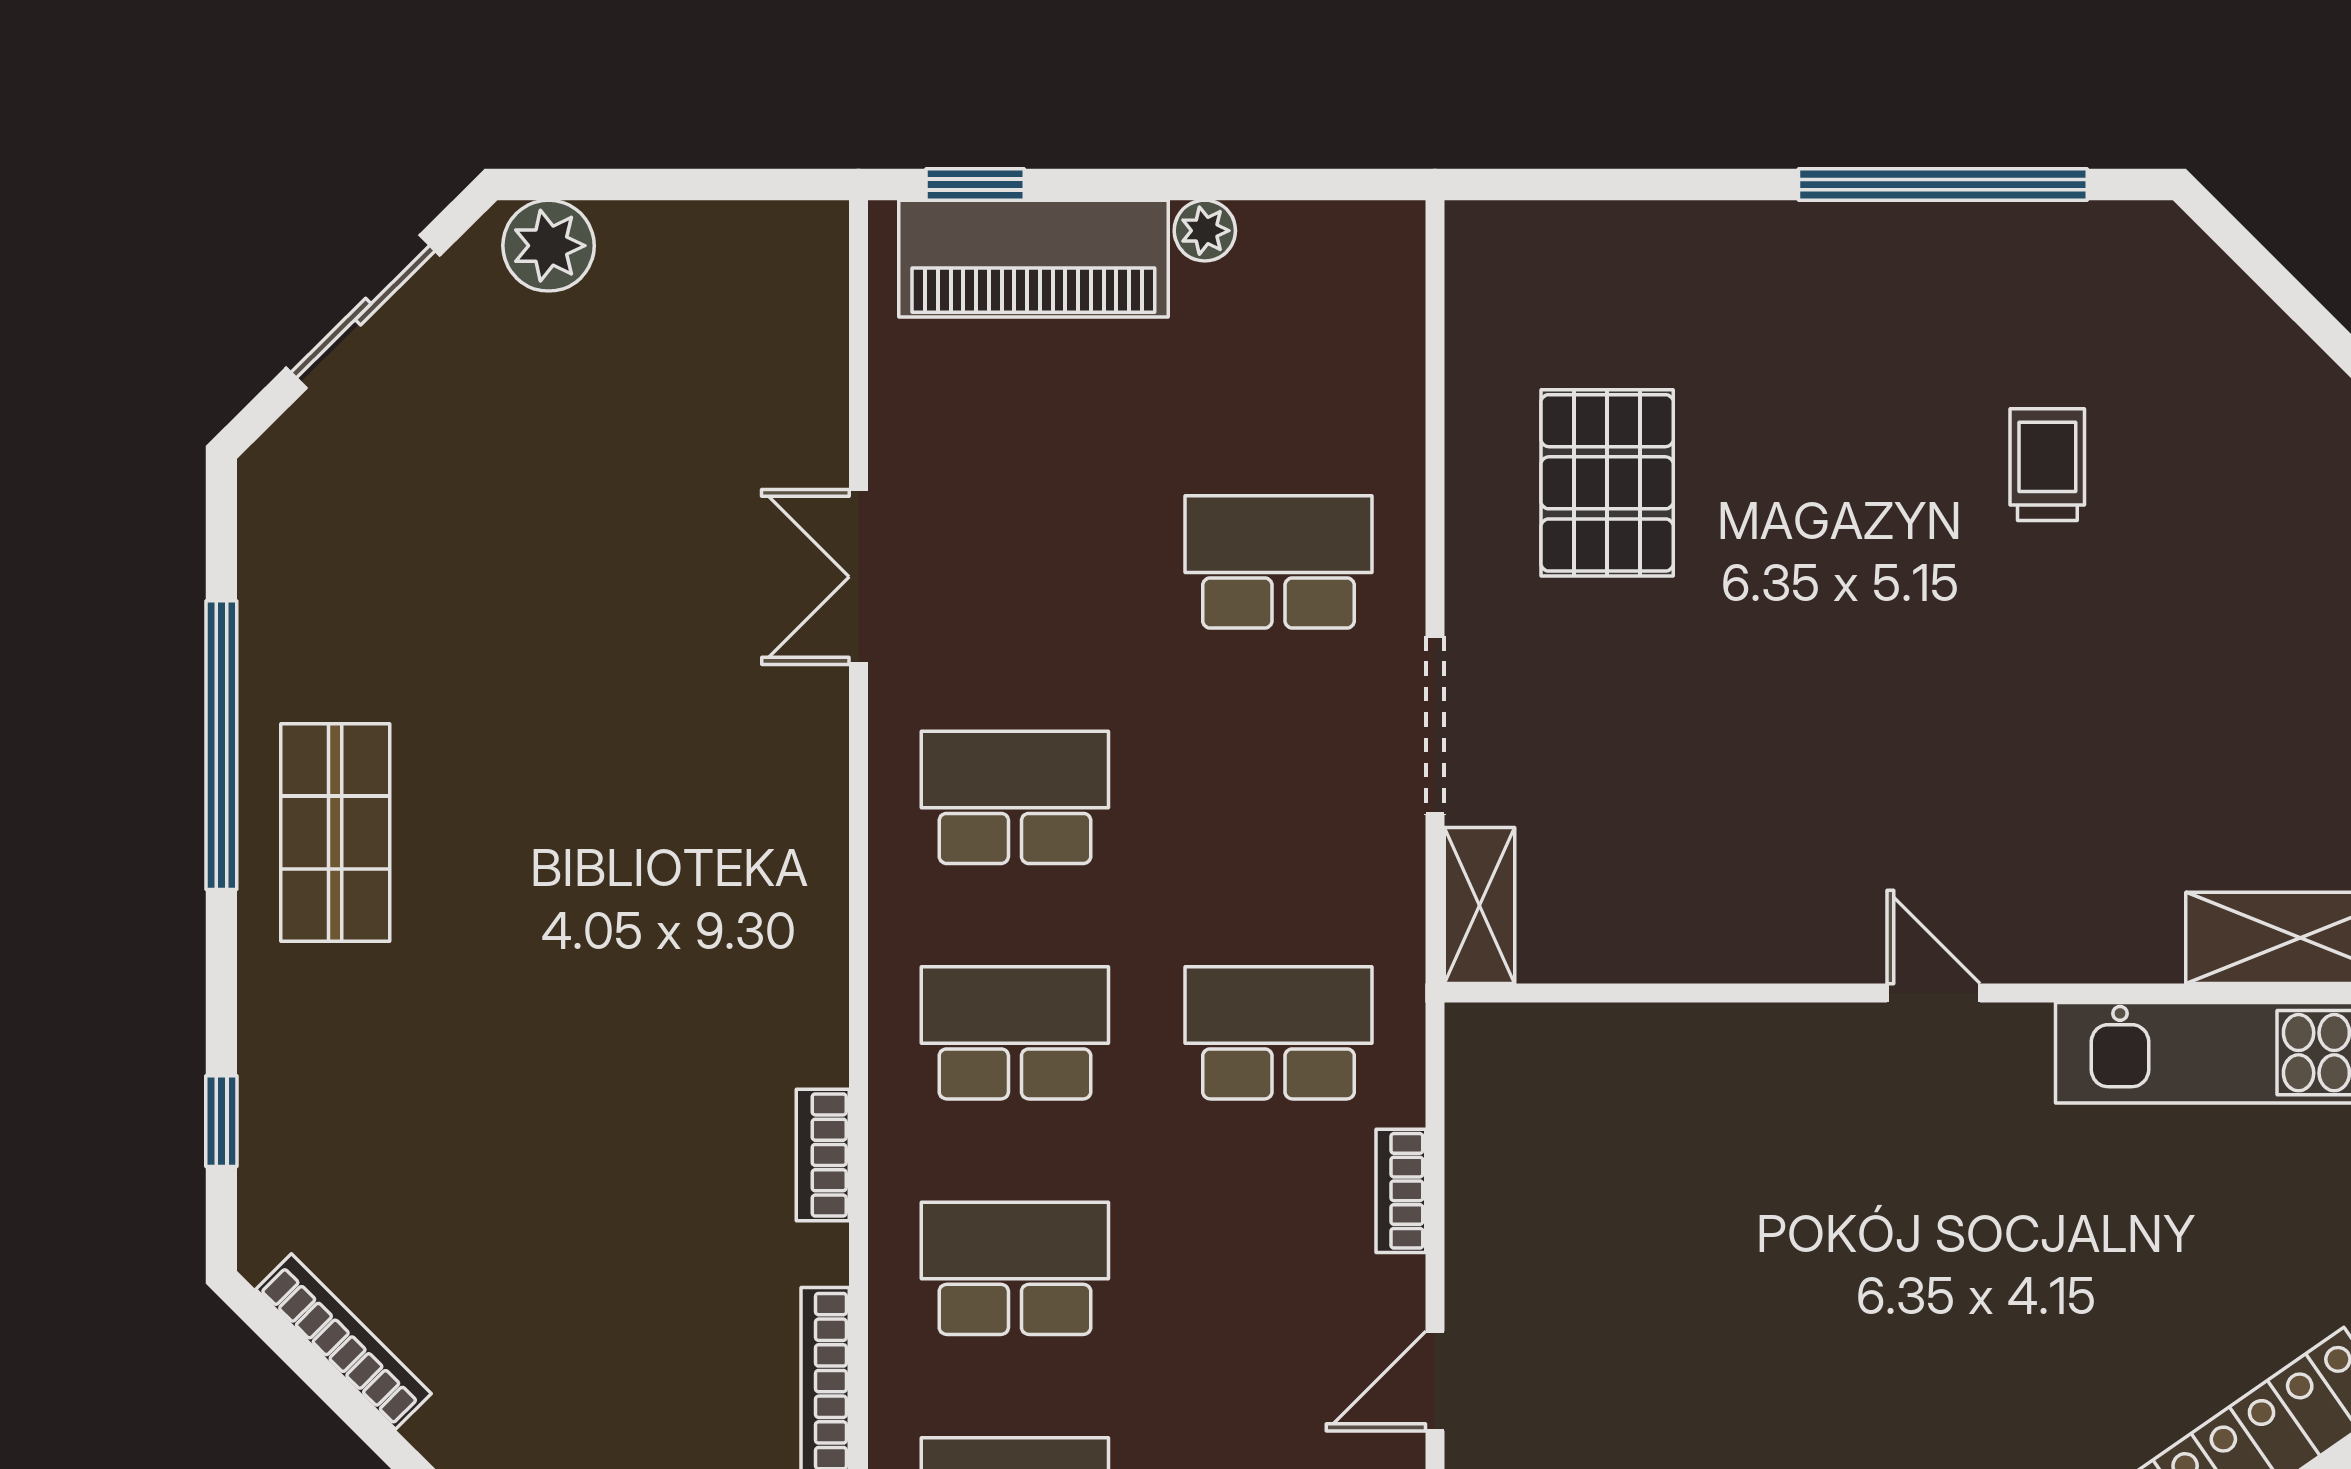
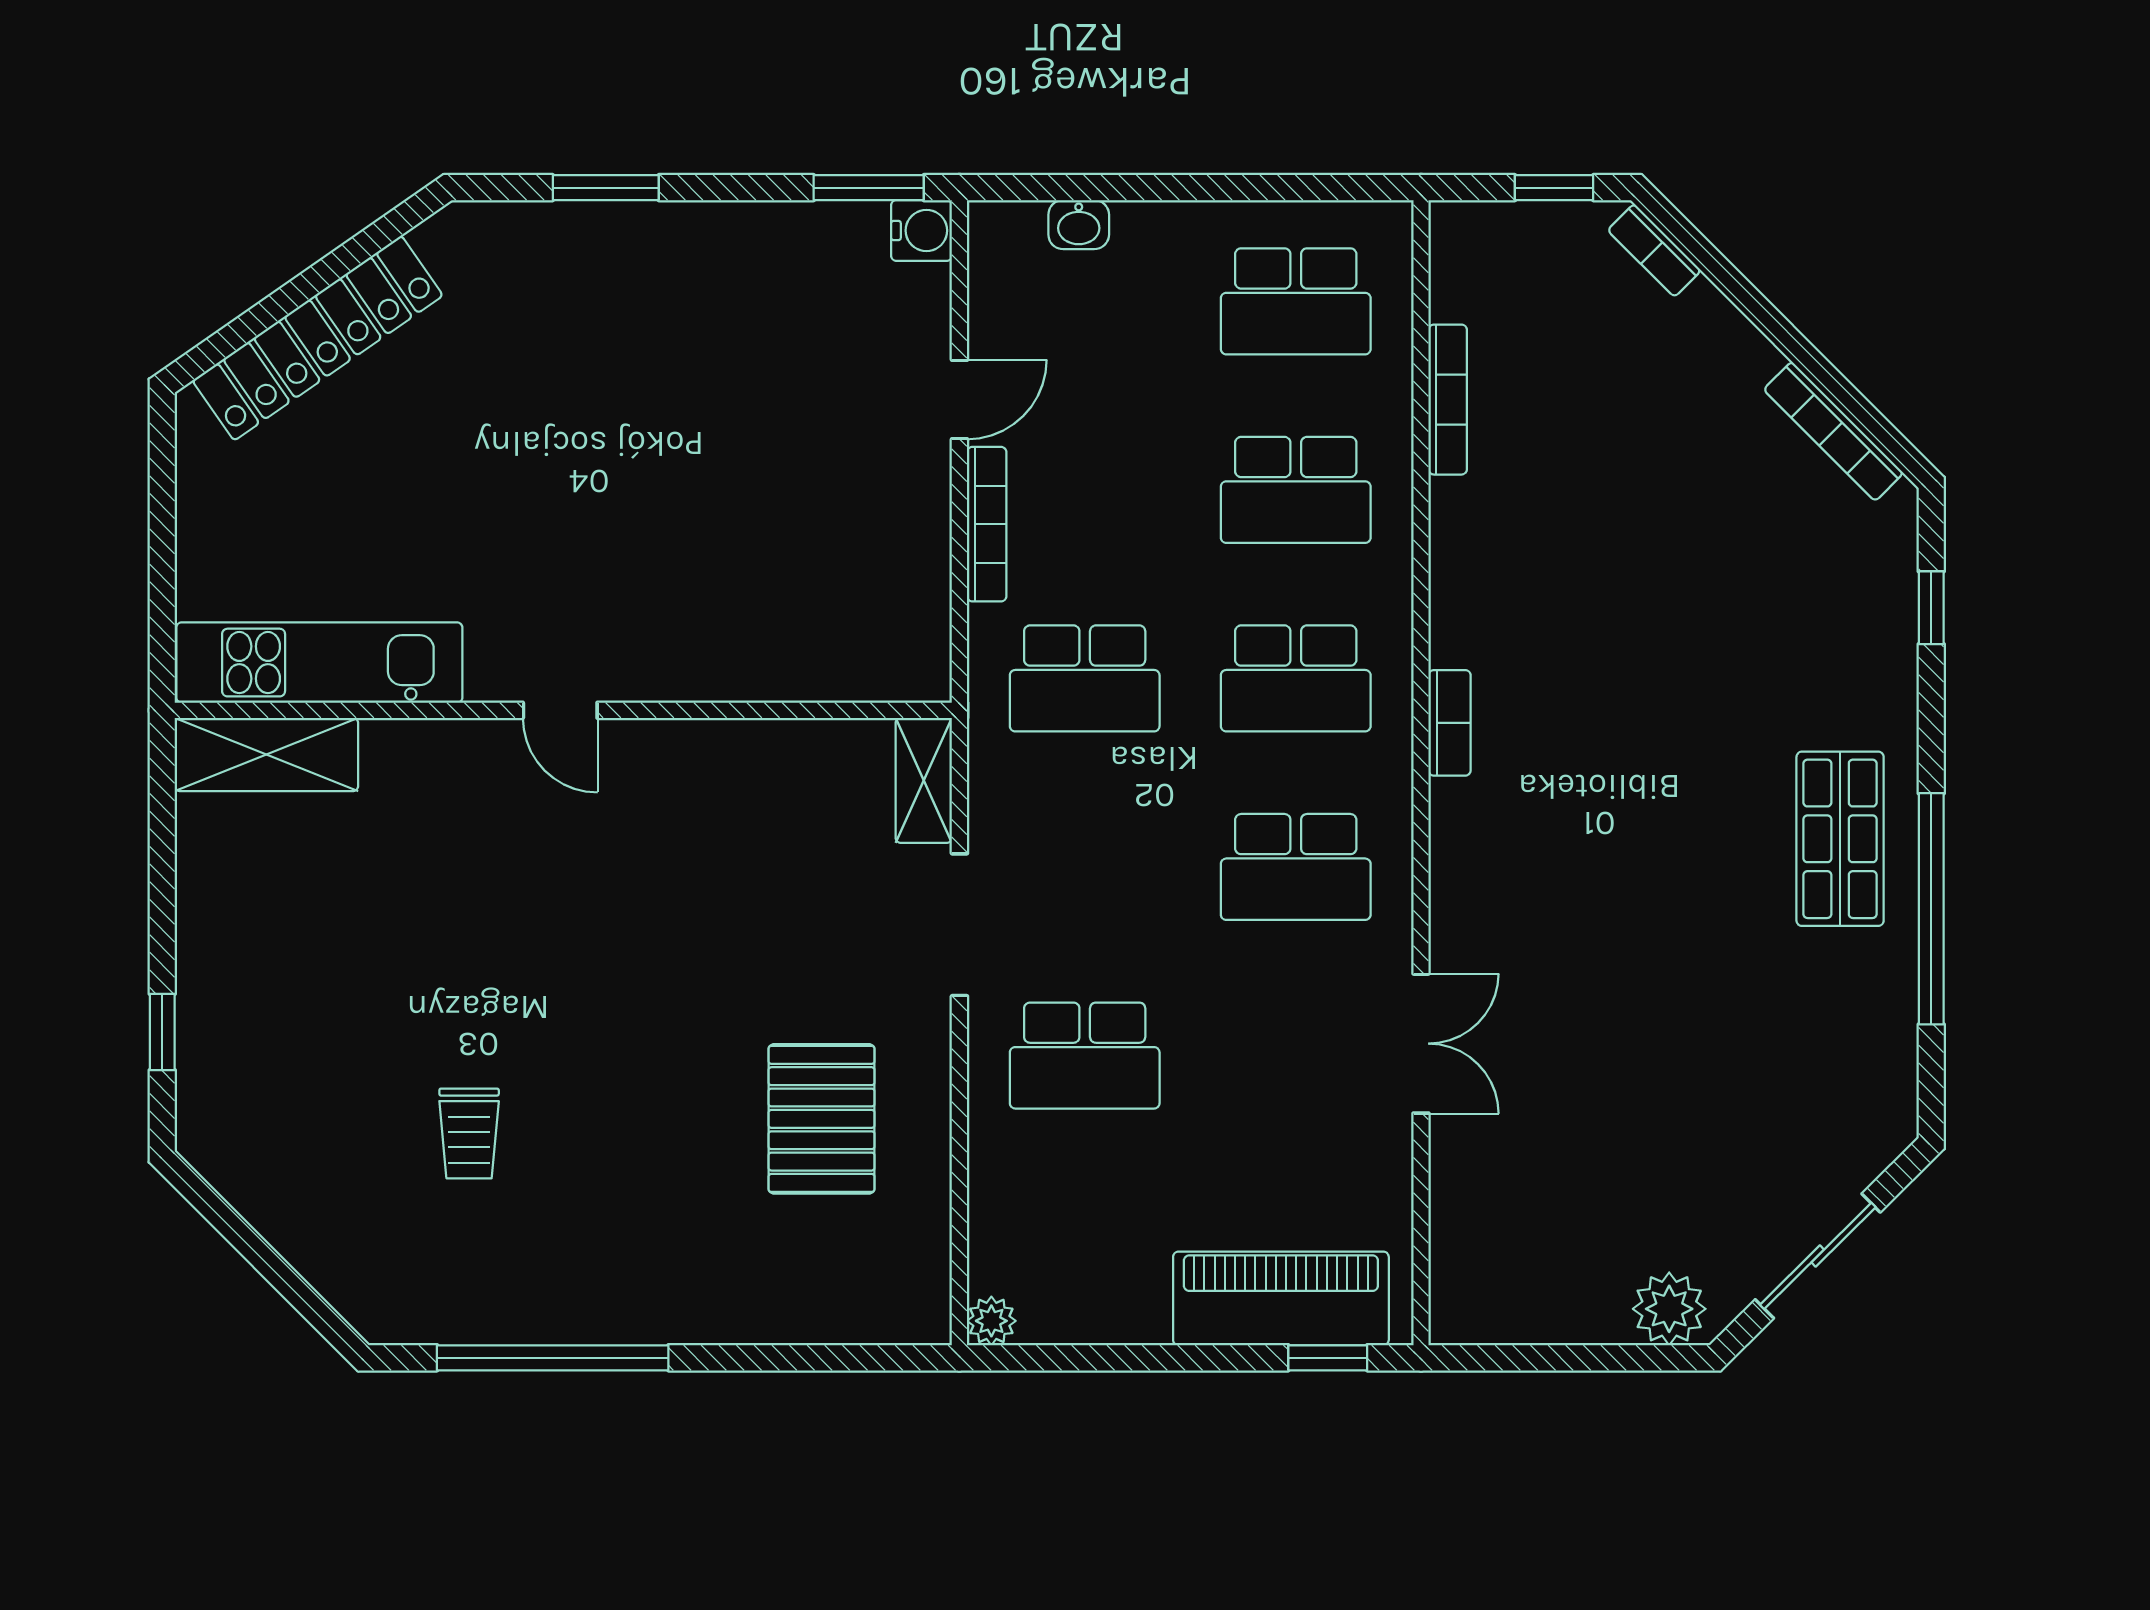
plant: (1205, 231) -> (991, 1321), moved
bookcase: (823, 1155) -> (1450, 723), moved
bookcase: (1401, 1191) -> (987, 524), width x1.56

